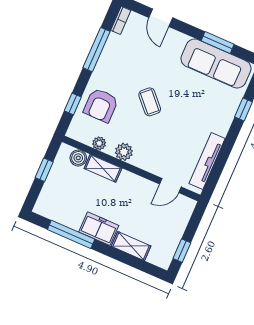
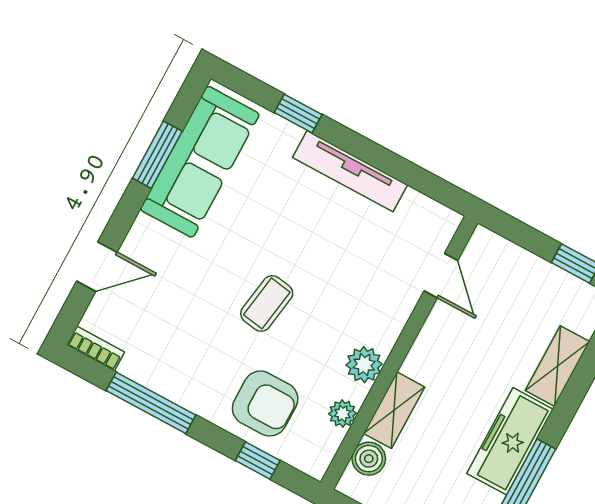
coffee table: (150, 102) -> (267, 303), turned -38
tv unit: (207, 161) -> (350, 171), moved
freezer: (99, 229) -> (510, 441), width x1.40

